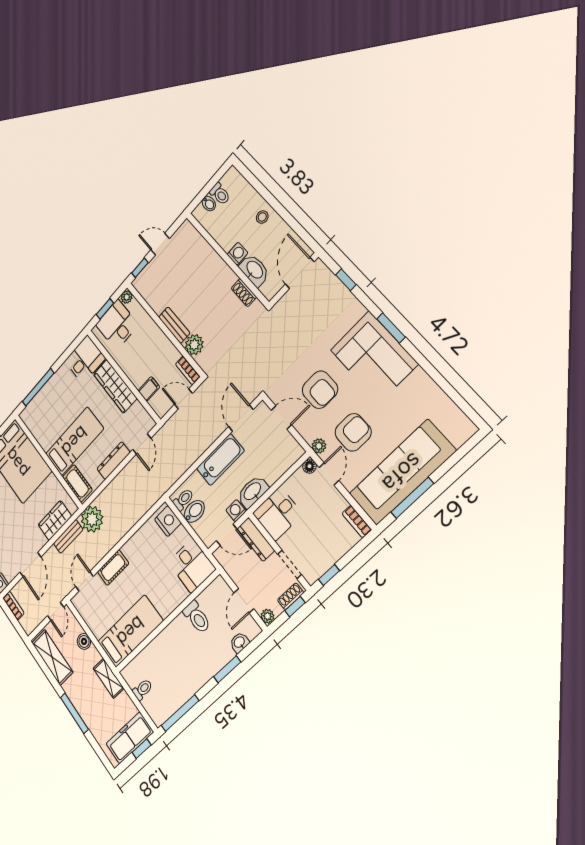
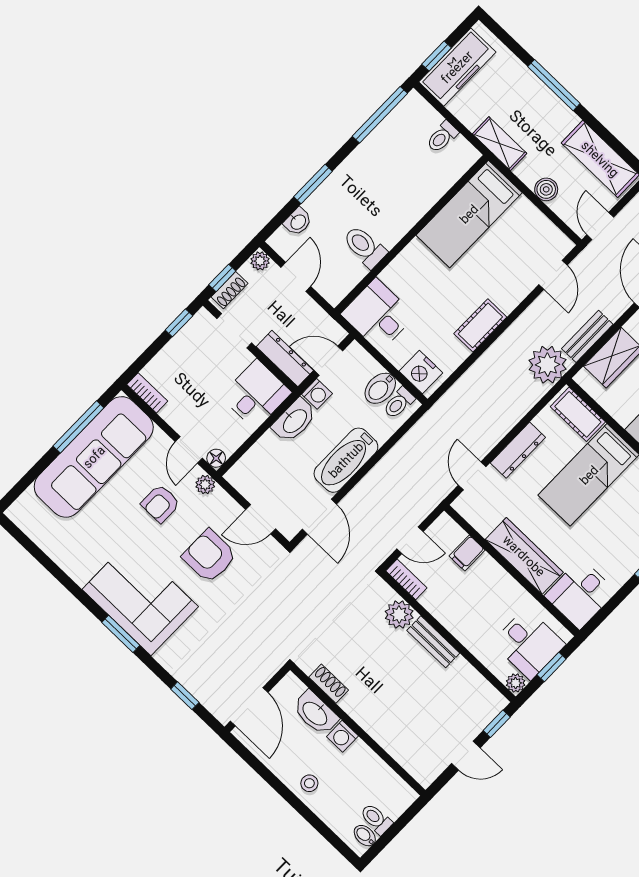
bidet: (209, 203) -> (365, 836), moved
armchair: (353, 432) -> (160, 504), width x0.72, depth x0.72
cot: (113, 568) -> (480, 325), moved

